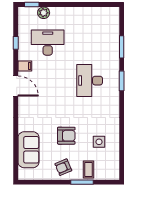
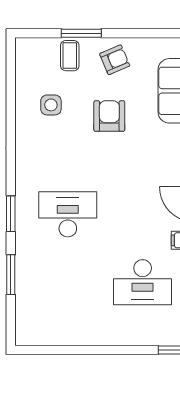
plant: (44, 13) -> (150, 335), removed
desk: (90, 81) -> (68, 214), turned -90
armchair: (66, 136) -> (109, 116), turned 90

